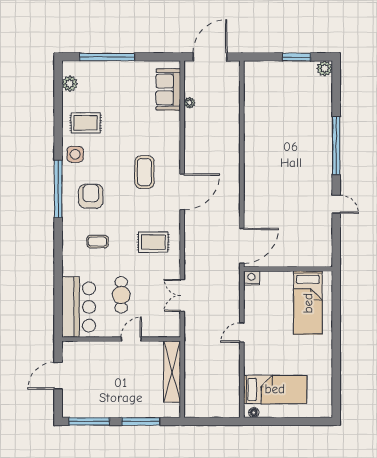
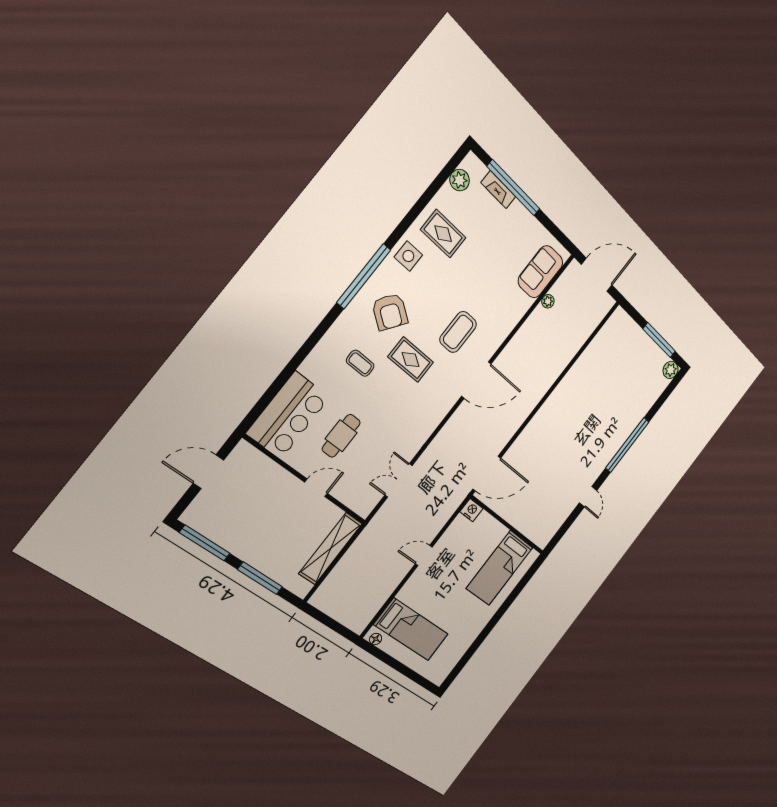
window: (297, 57) -> (659, 340), width x1.44
fireplace: (98, 67) -> (498, 190), added
armchair: (91, 196) -> (390, 312), turned 125
rug: (153, 242) -> (411, 360), moved

